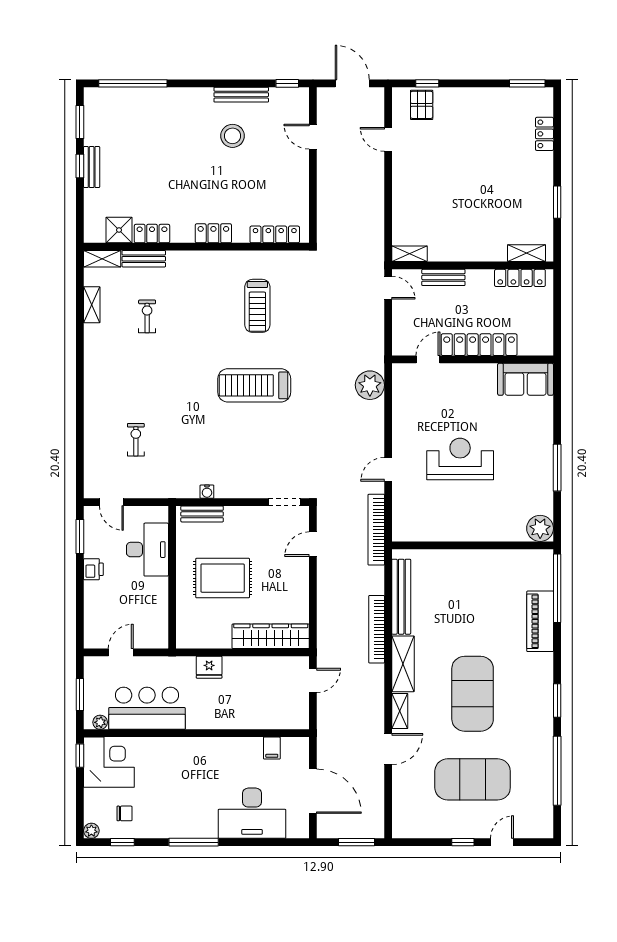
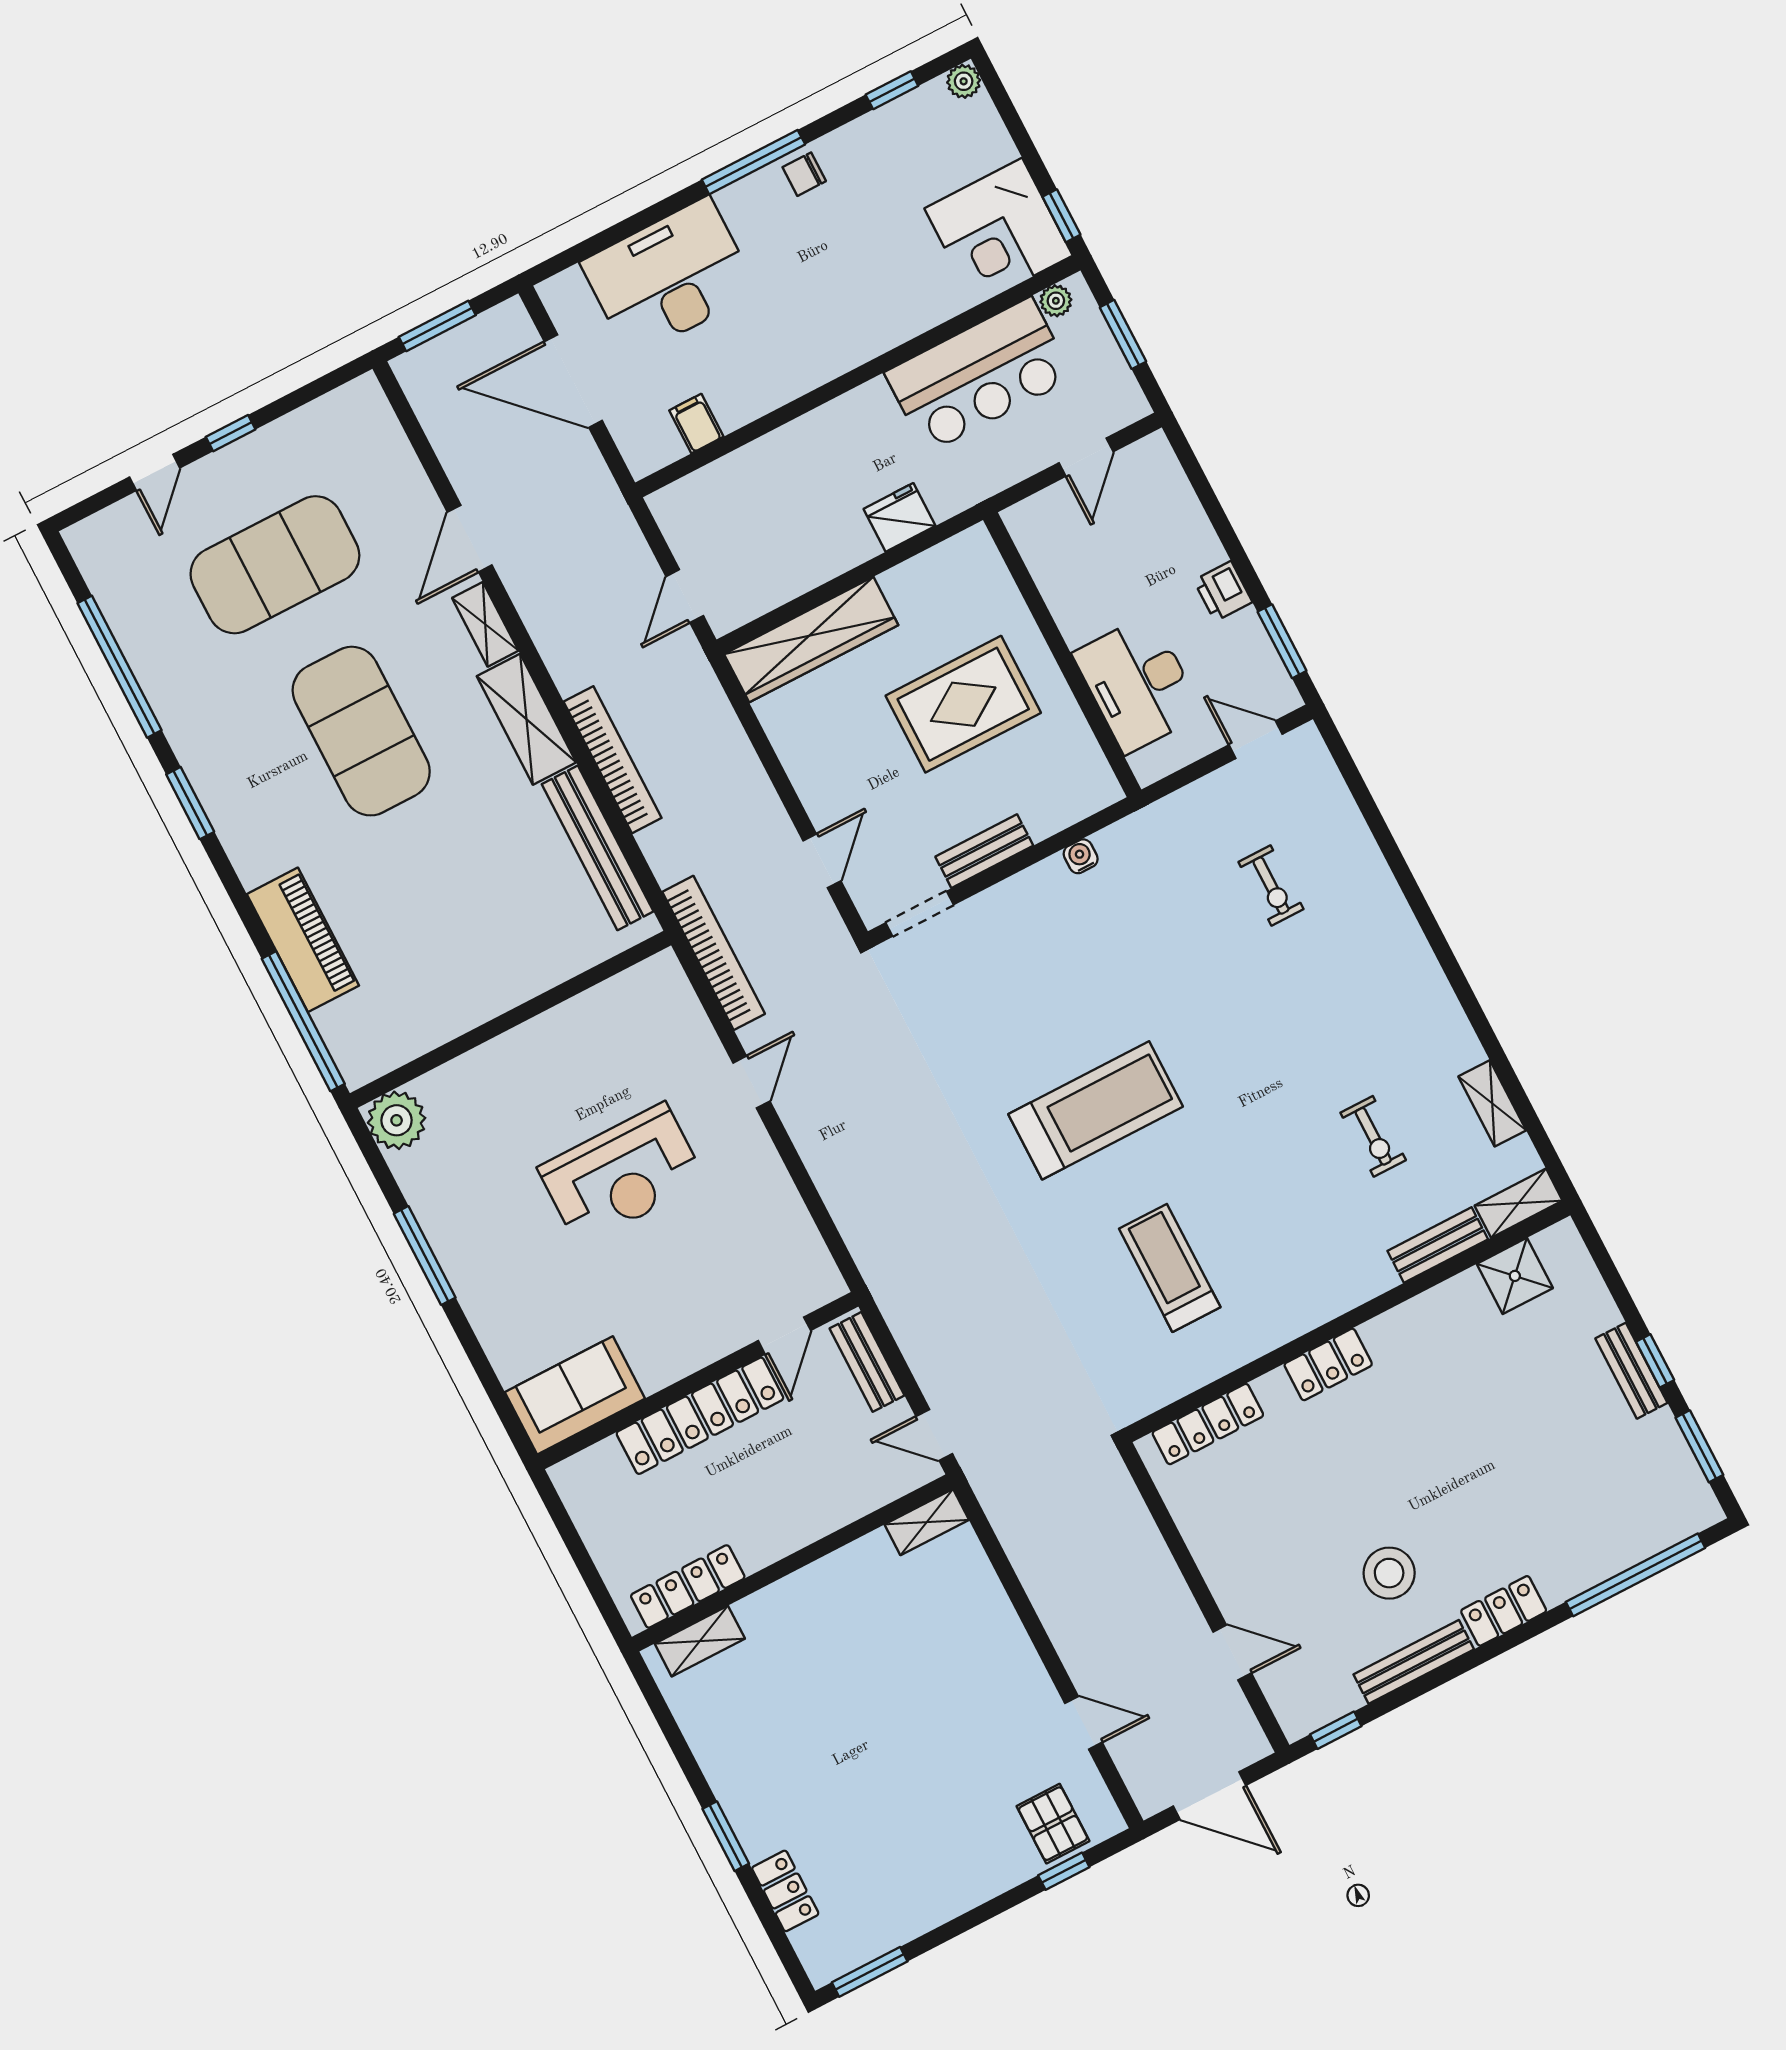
window: (557, 202) -> (726, 1836), moved
locker: (152, 234) -> (1504, 1611), moved, turned 180
bench: (443, 277) -> (867, 1362), moved, turned 90
plant: (370, 385) -> (871, 1227), removed
bench: (202, 514) -> (984, 851), moved
chair: (124, 813) -> (804, 174), moved

